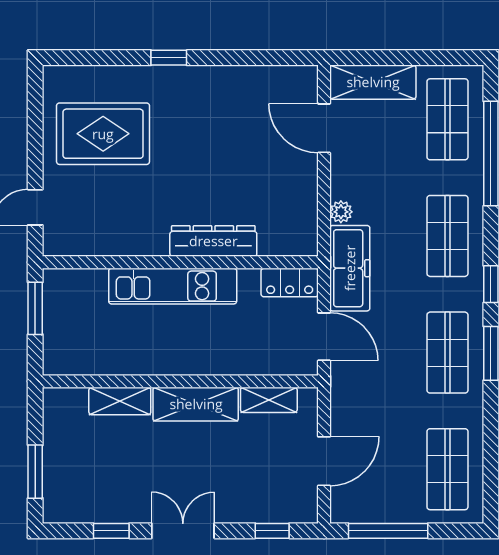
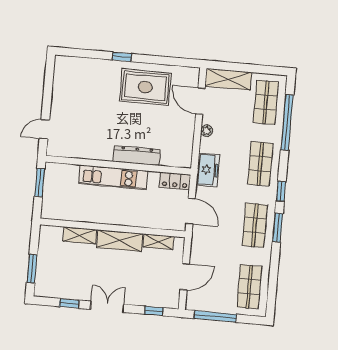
rug: (103, 134) -> (145, 87), moved
plant: (341, 212) -> (207, 131), moved
freezer: (350, 268) -> (208, 170), width x0.71

